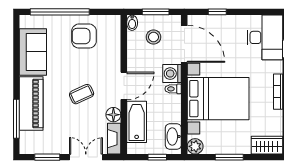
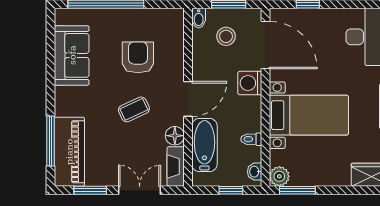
armchair: (84, 36) -> (138, 57), moved, turned 90
toilet: (173, 89) -> (251, 139), moved
bed with nightstands: (218, 99) -> (309, 115), width x0.73
piano: (31, 103) -> (69, 152), moved
washbasin: (173, 136) -> (255, 172), width x0.52, depth x0.69
window: (229, 157) -> (297, 190), moved

